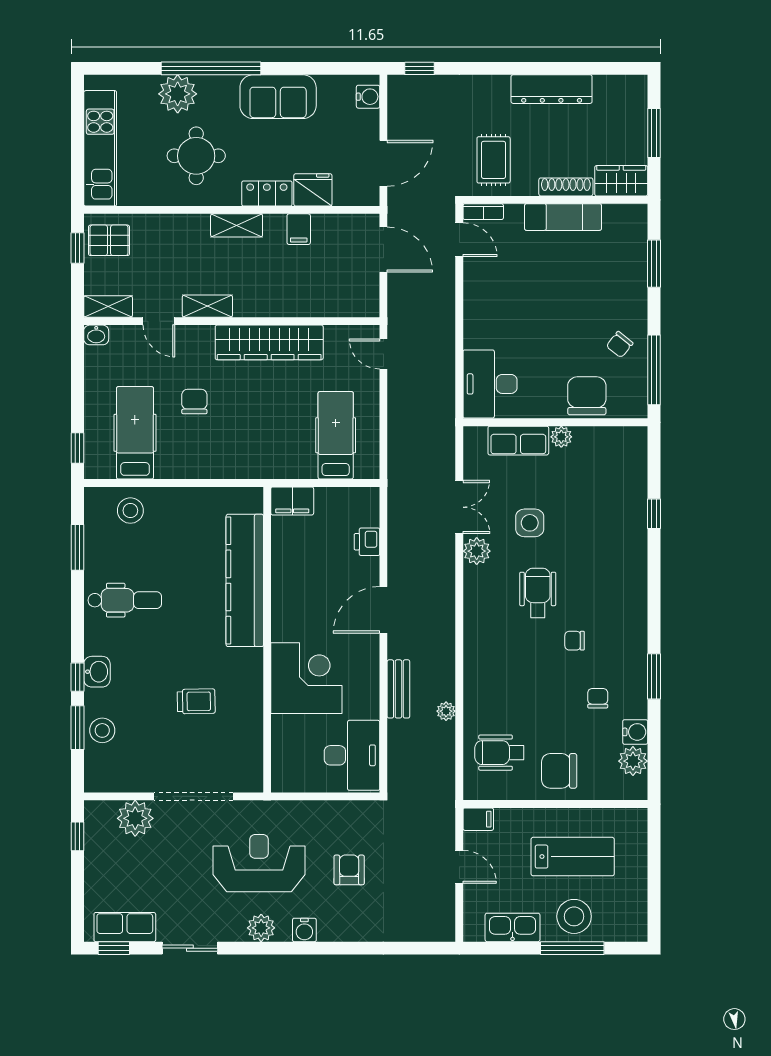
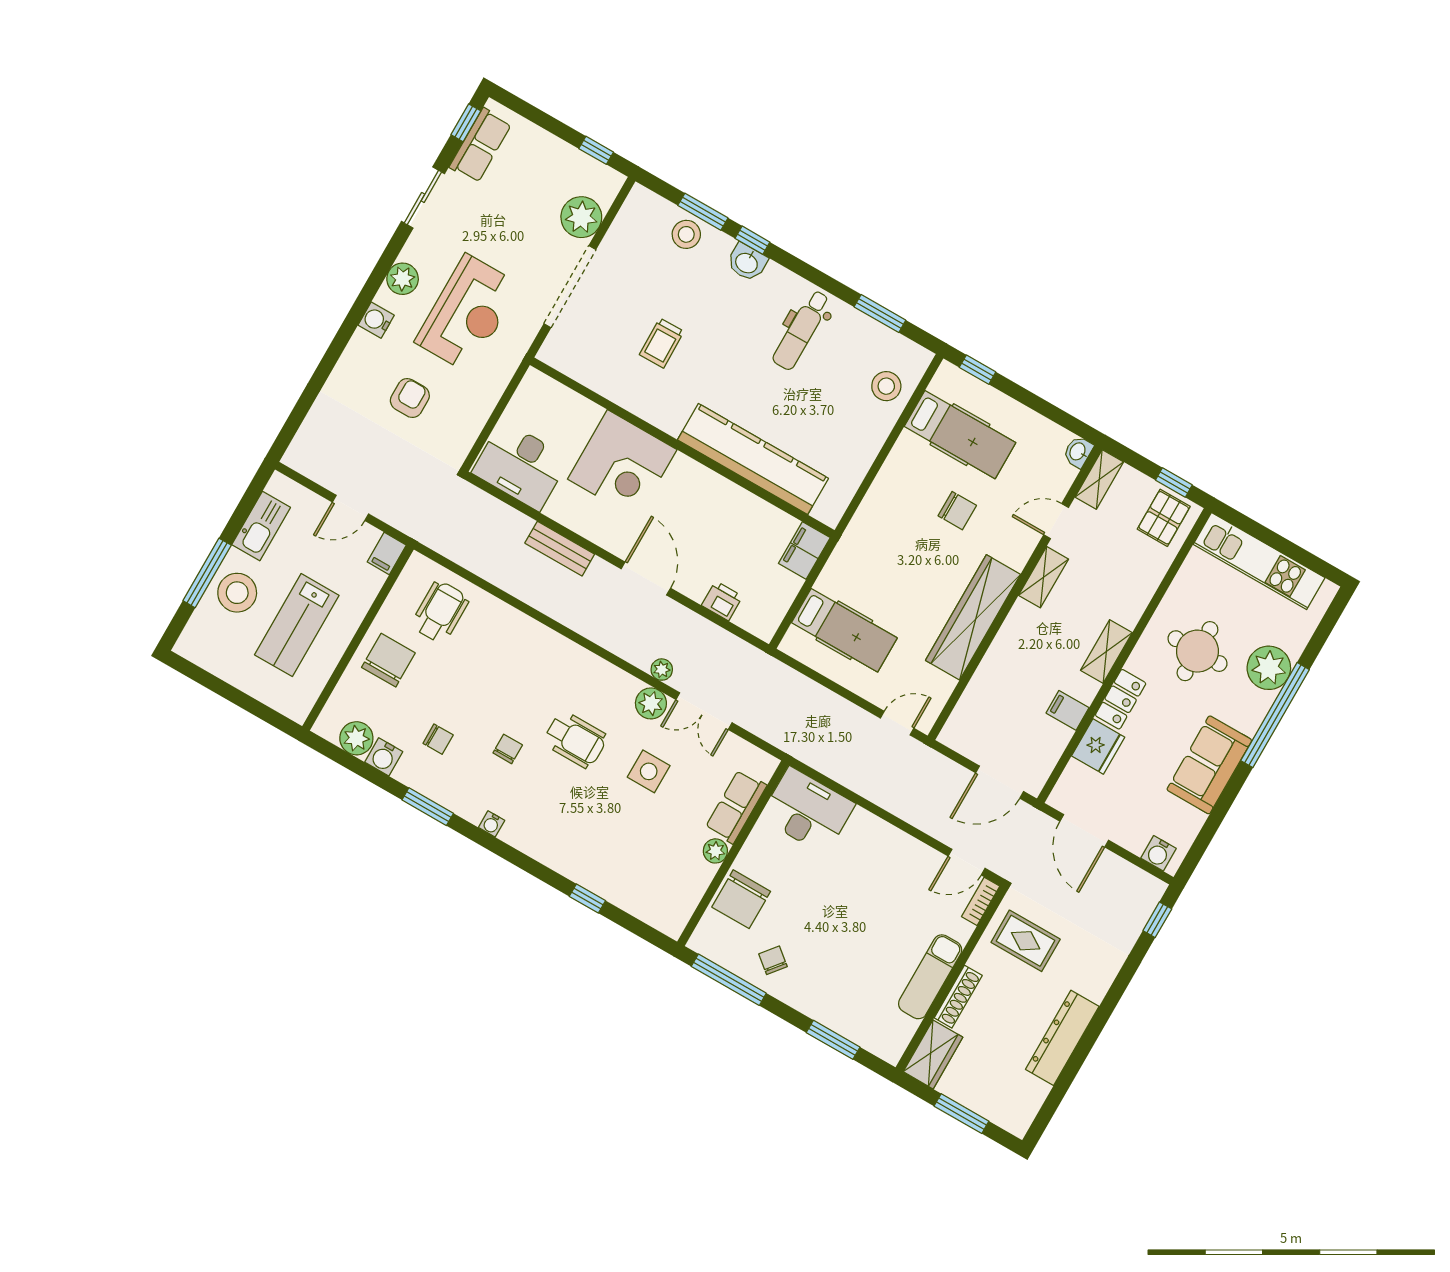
chair: (587, 396) -> (741, 899), turned 90
water cooler: (639, 620) -> (492, 824), added
plant: (446, 711) -> (662, 670), moved
armchair: (349, 870) -> (410, 398), turned -90

